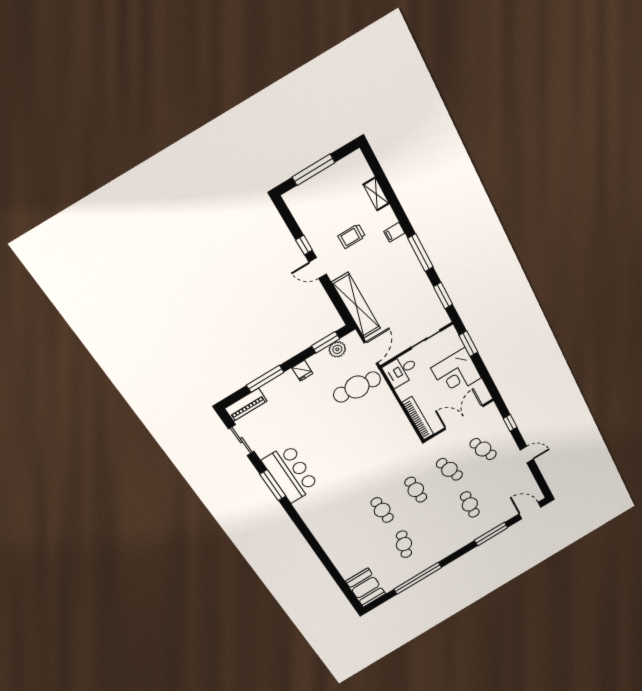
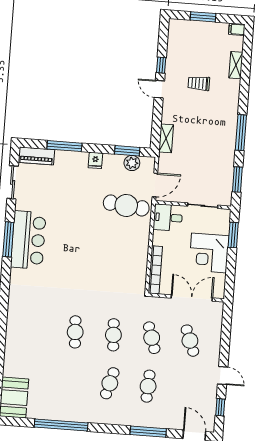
window: (313, 170) -> (203, 17), width x0.69
filing cabinet: (394, 232) -> (237, 29), moved
shelving: (356, 305) -> (166, 138), width x0.45, depth x0.75
window: (510, 423) -> (220, 407), moved
cafe table: (404, 544) -> (110, 383), moved

